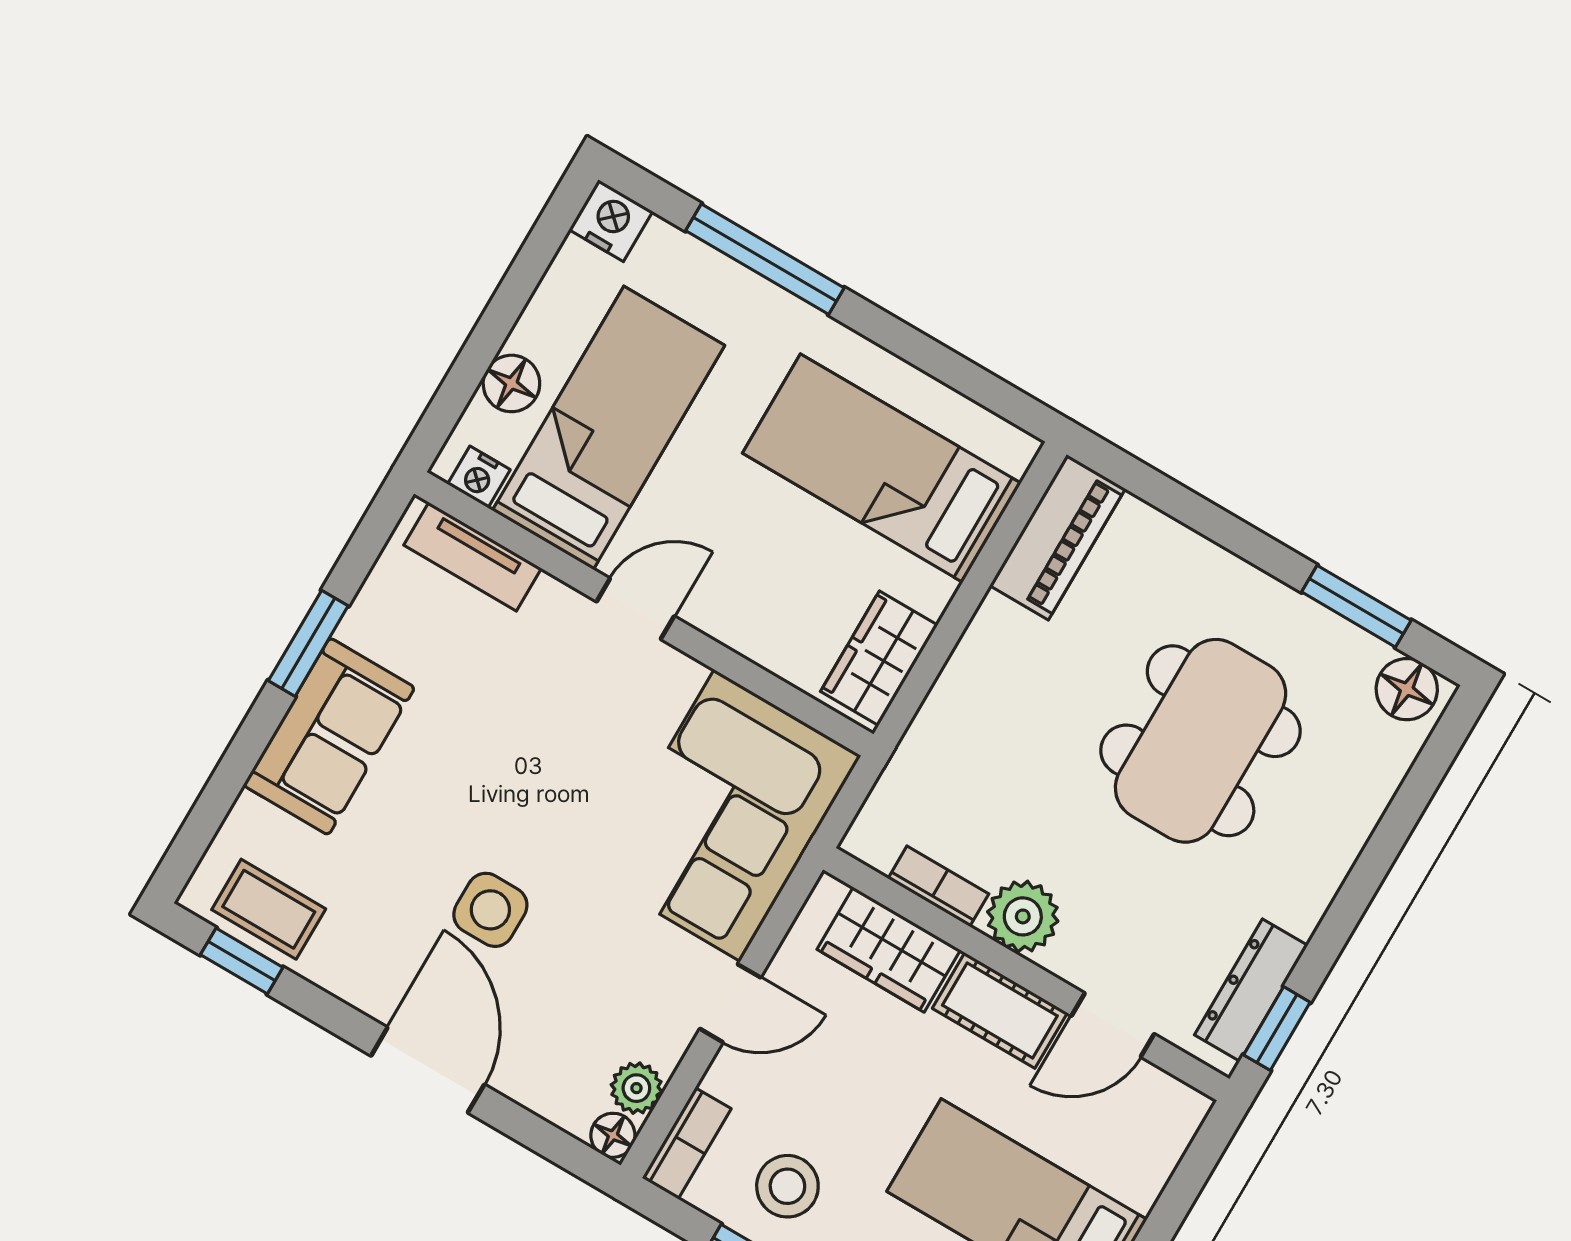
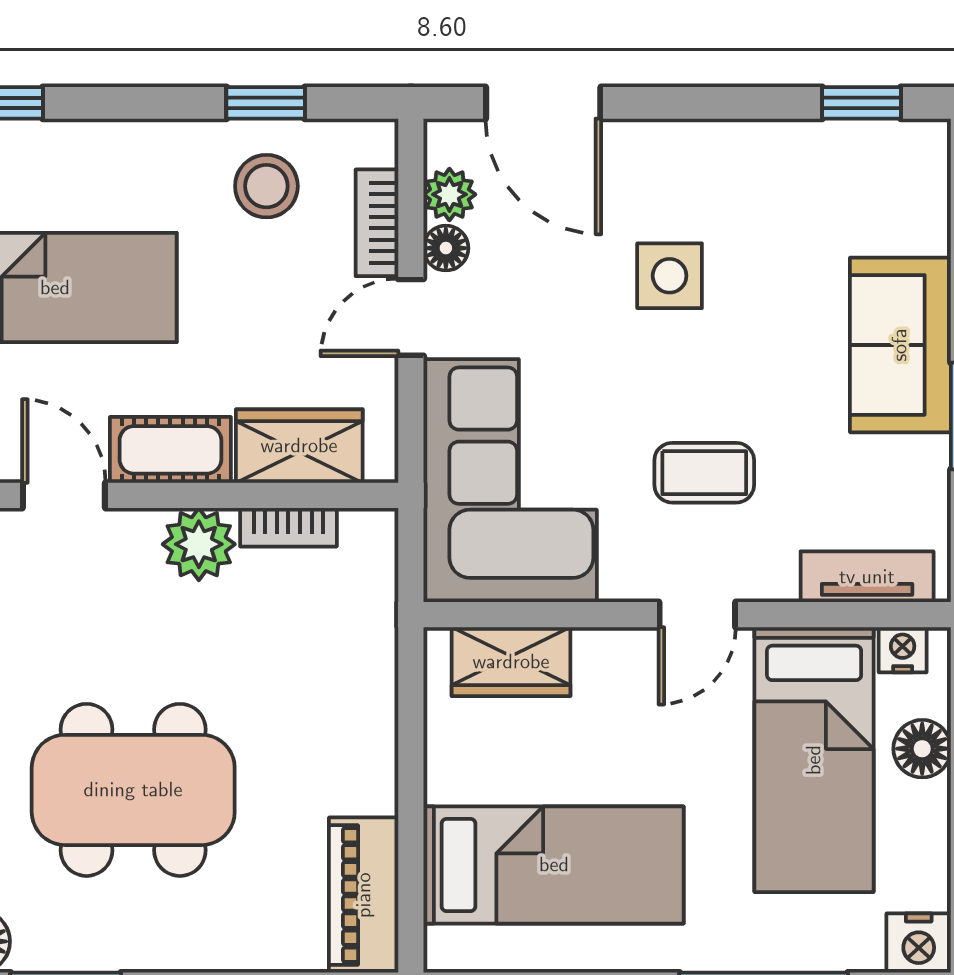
wardrobe: (879, 658) -> (511, 662), moved, turned 90
dining table: (1201, 741) -> (133, 790), turned 90
coffee table: (269, 909) -> (704, 473), moved
door: (1113, 1025) -> (64, 495), hinge flipped
door: (428, 1070) -> (543, 103), moved
floor lamp: (613, 1135) -> (446, 248), moved
bookcase: (687, 1143) -> (377, 223), moved

